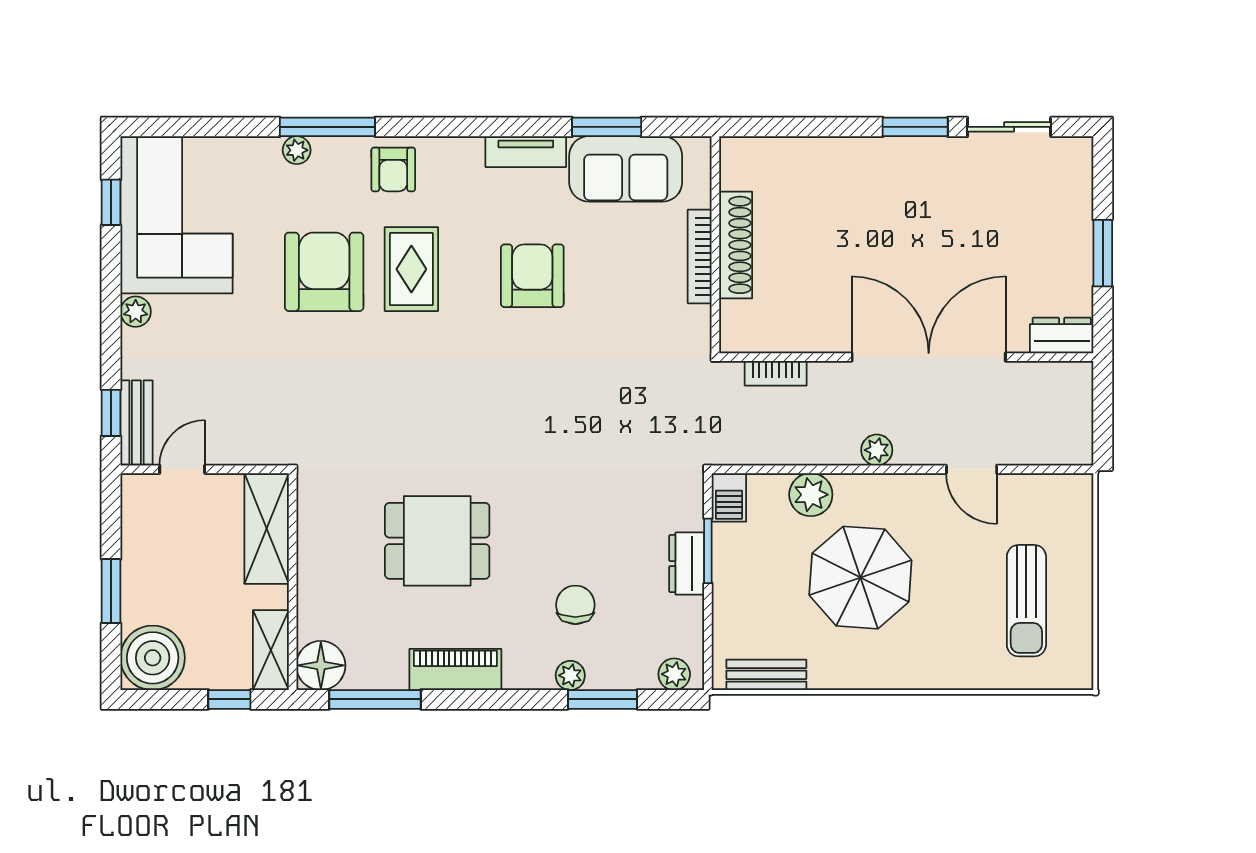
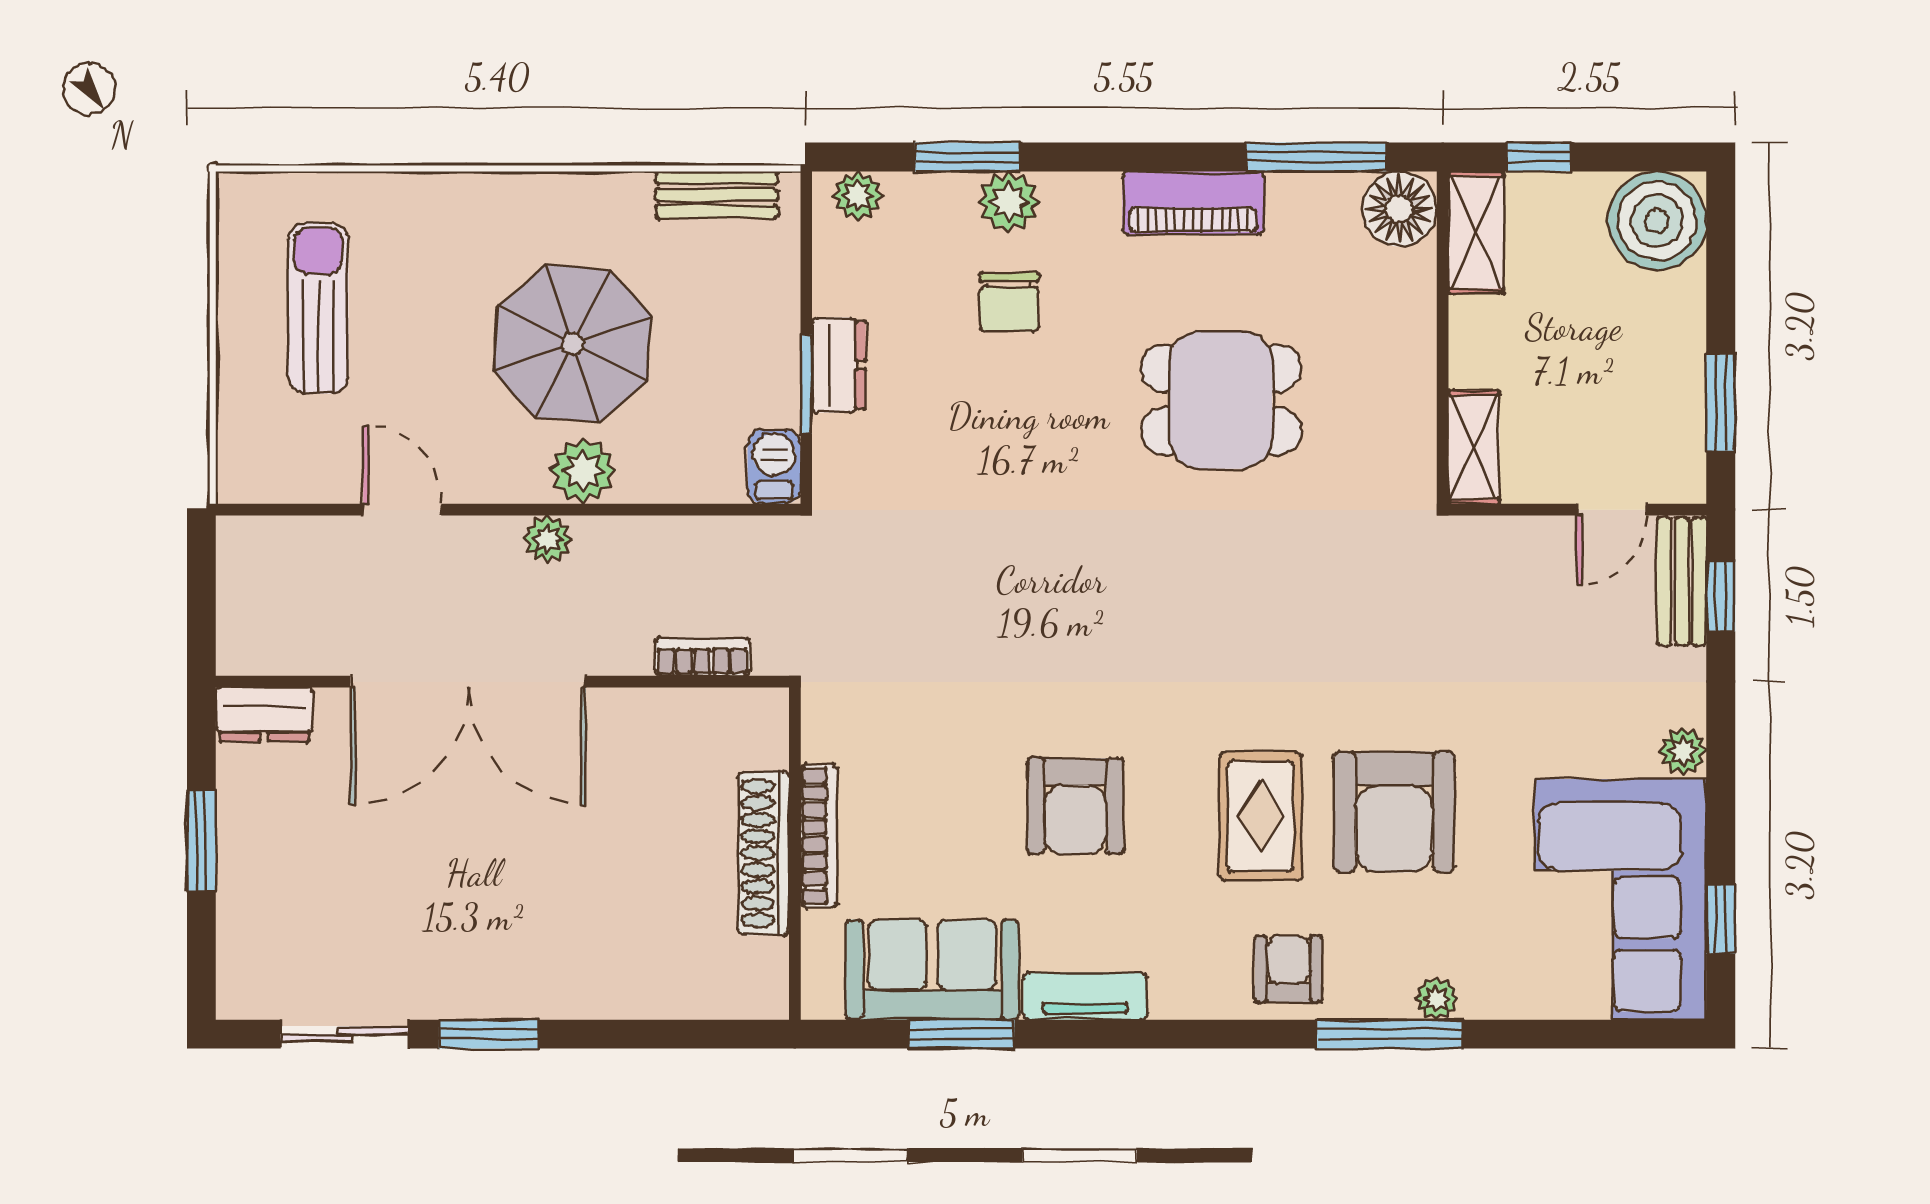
plant: (811, 495) -> (583, 471), moved
shelving: (267, 528) -> (1474, 447), width x0.67, depth x0.75
window: (111, 591) -> (1721, 402), moved
plant: (570, 675) -> (1009, 202), width x1.38, depth x1.38

